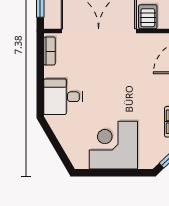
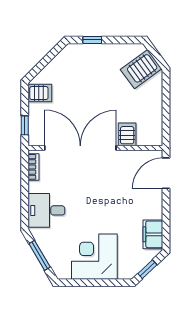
window: (56, 144) -> (40, 255), added

